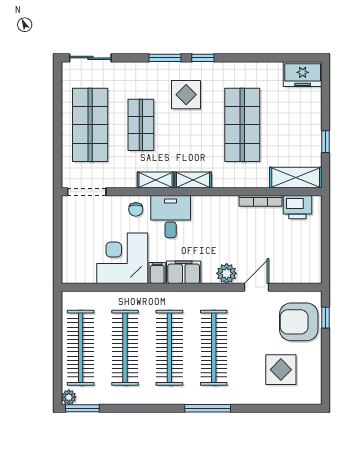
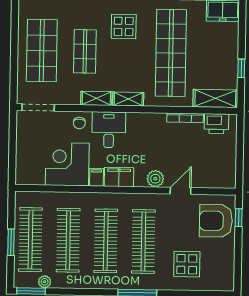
shop shelf: (242, 125) -> (171, 53), width x1.40
window: (58, 351) -> (11, 242), added
display table: (281, 370) -> (187, 264), moved
plant: (69, 397) -> (45, 282), moved

